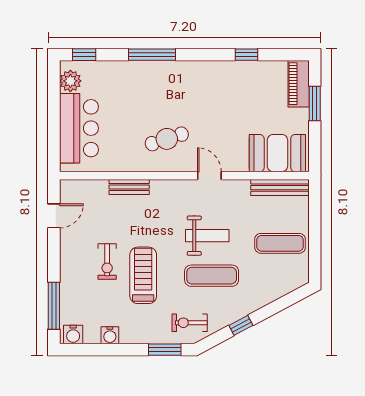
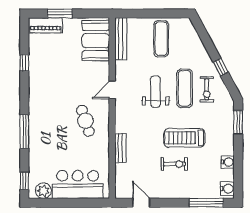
exercise bike: (190, 323) -> (207, 89), moved

